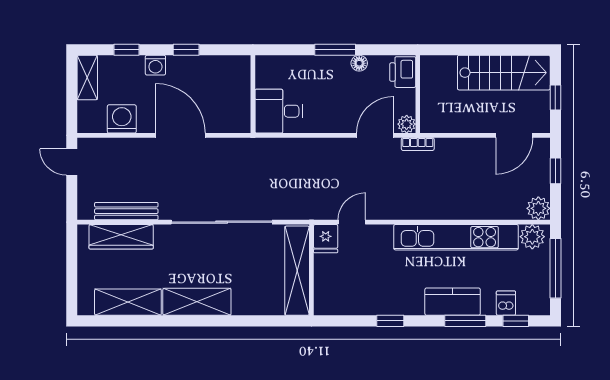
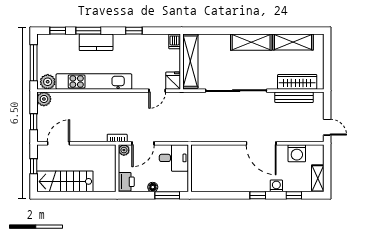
wall: (253, 94) -> (190, 168), moved
desk: (279, 111) -> (174, 158), moved
dishwasher: (506, 303) -> (175, 41), moved

